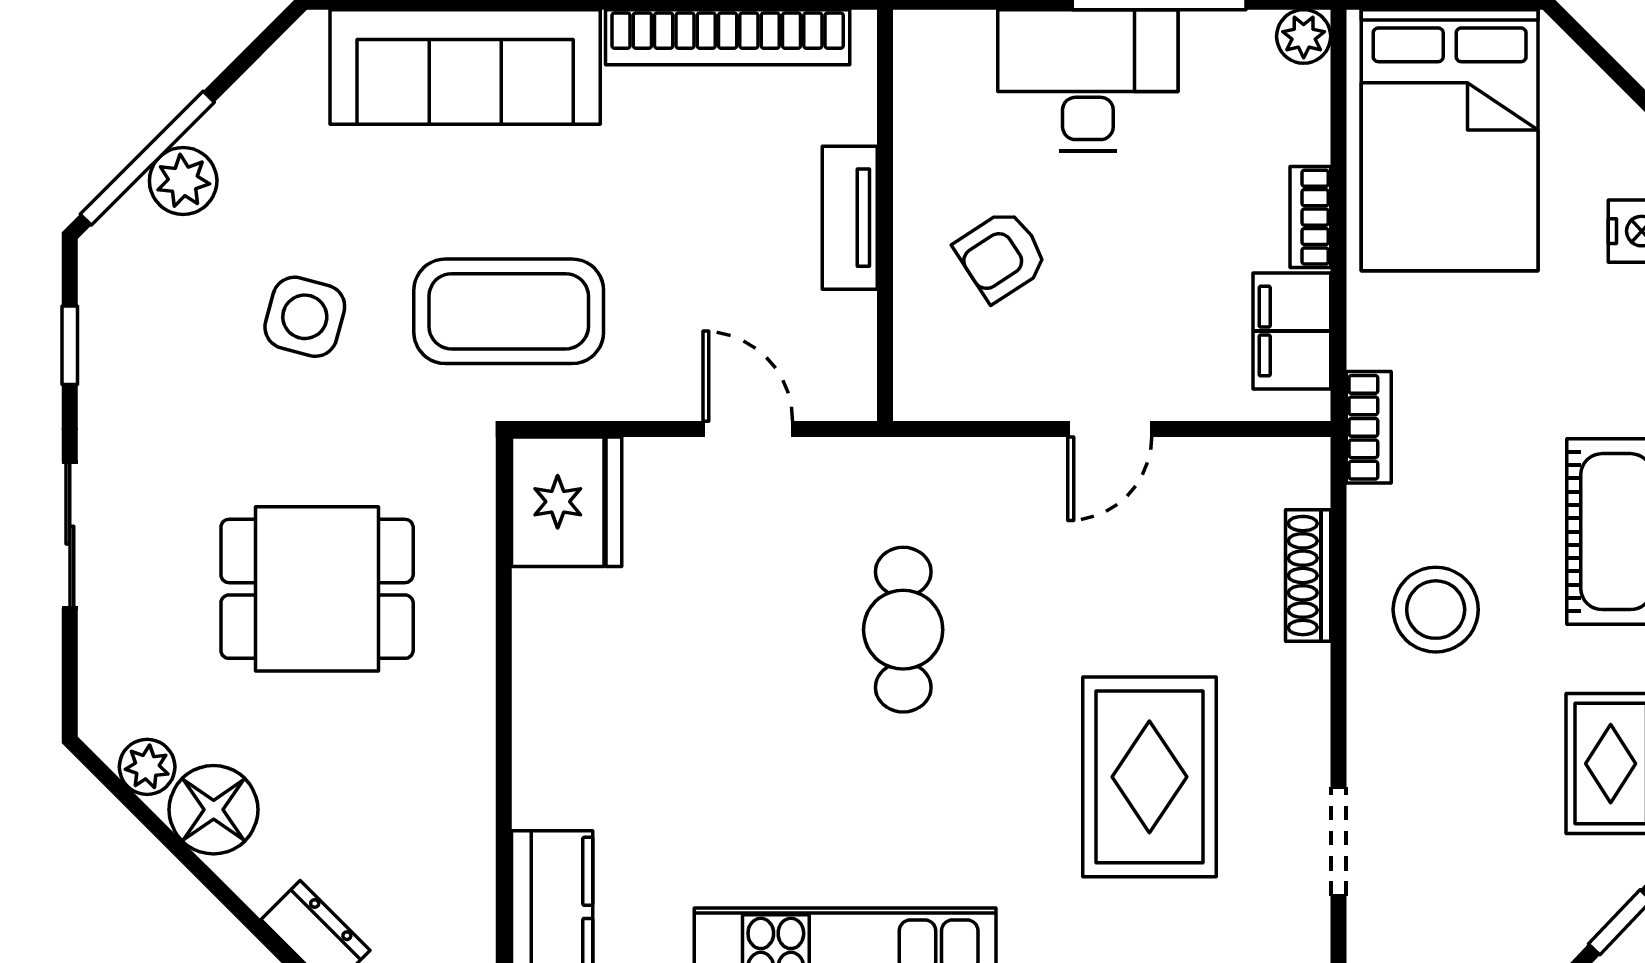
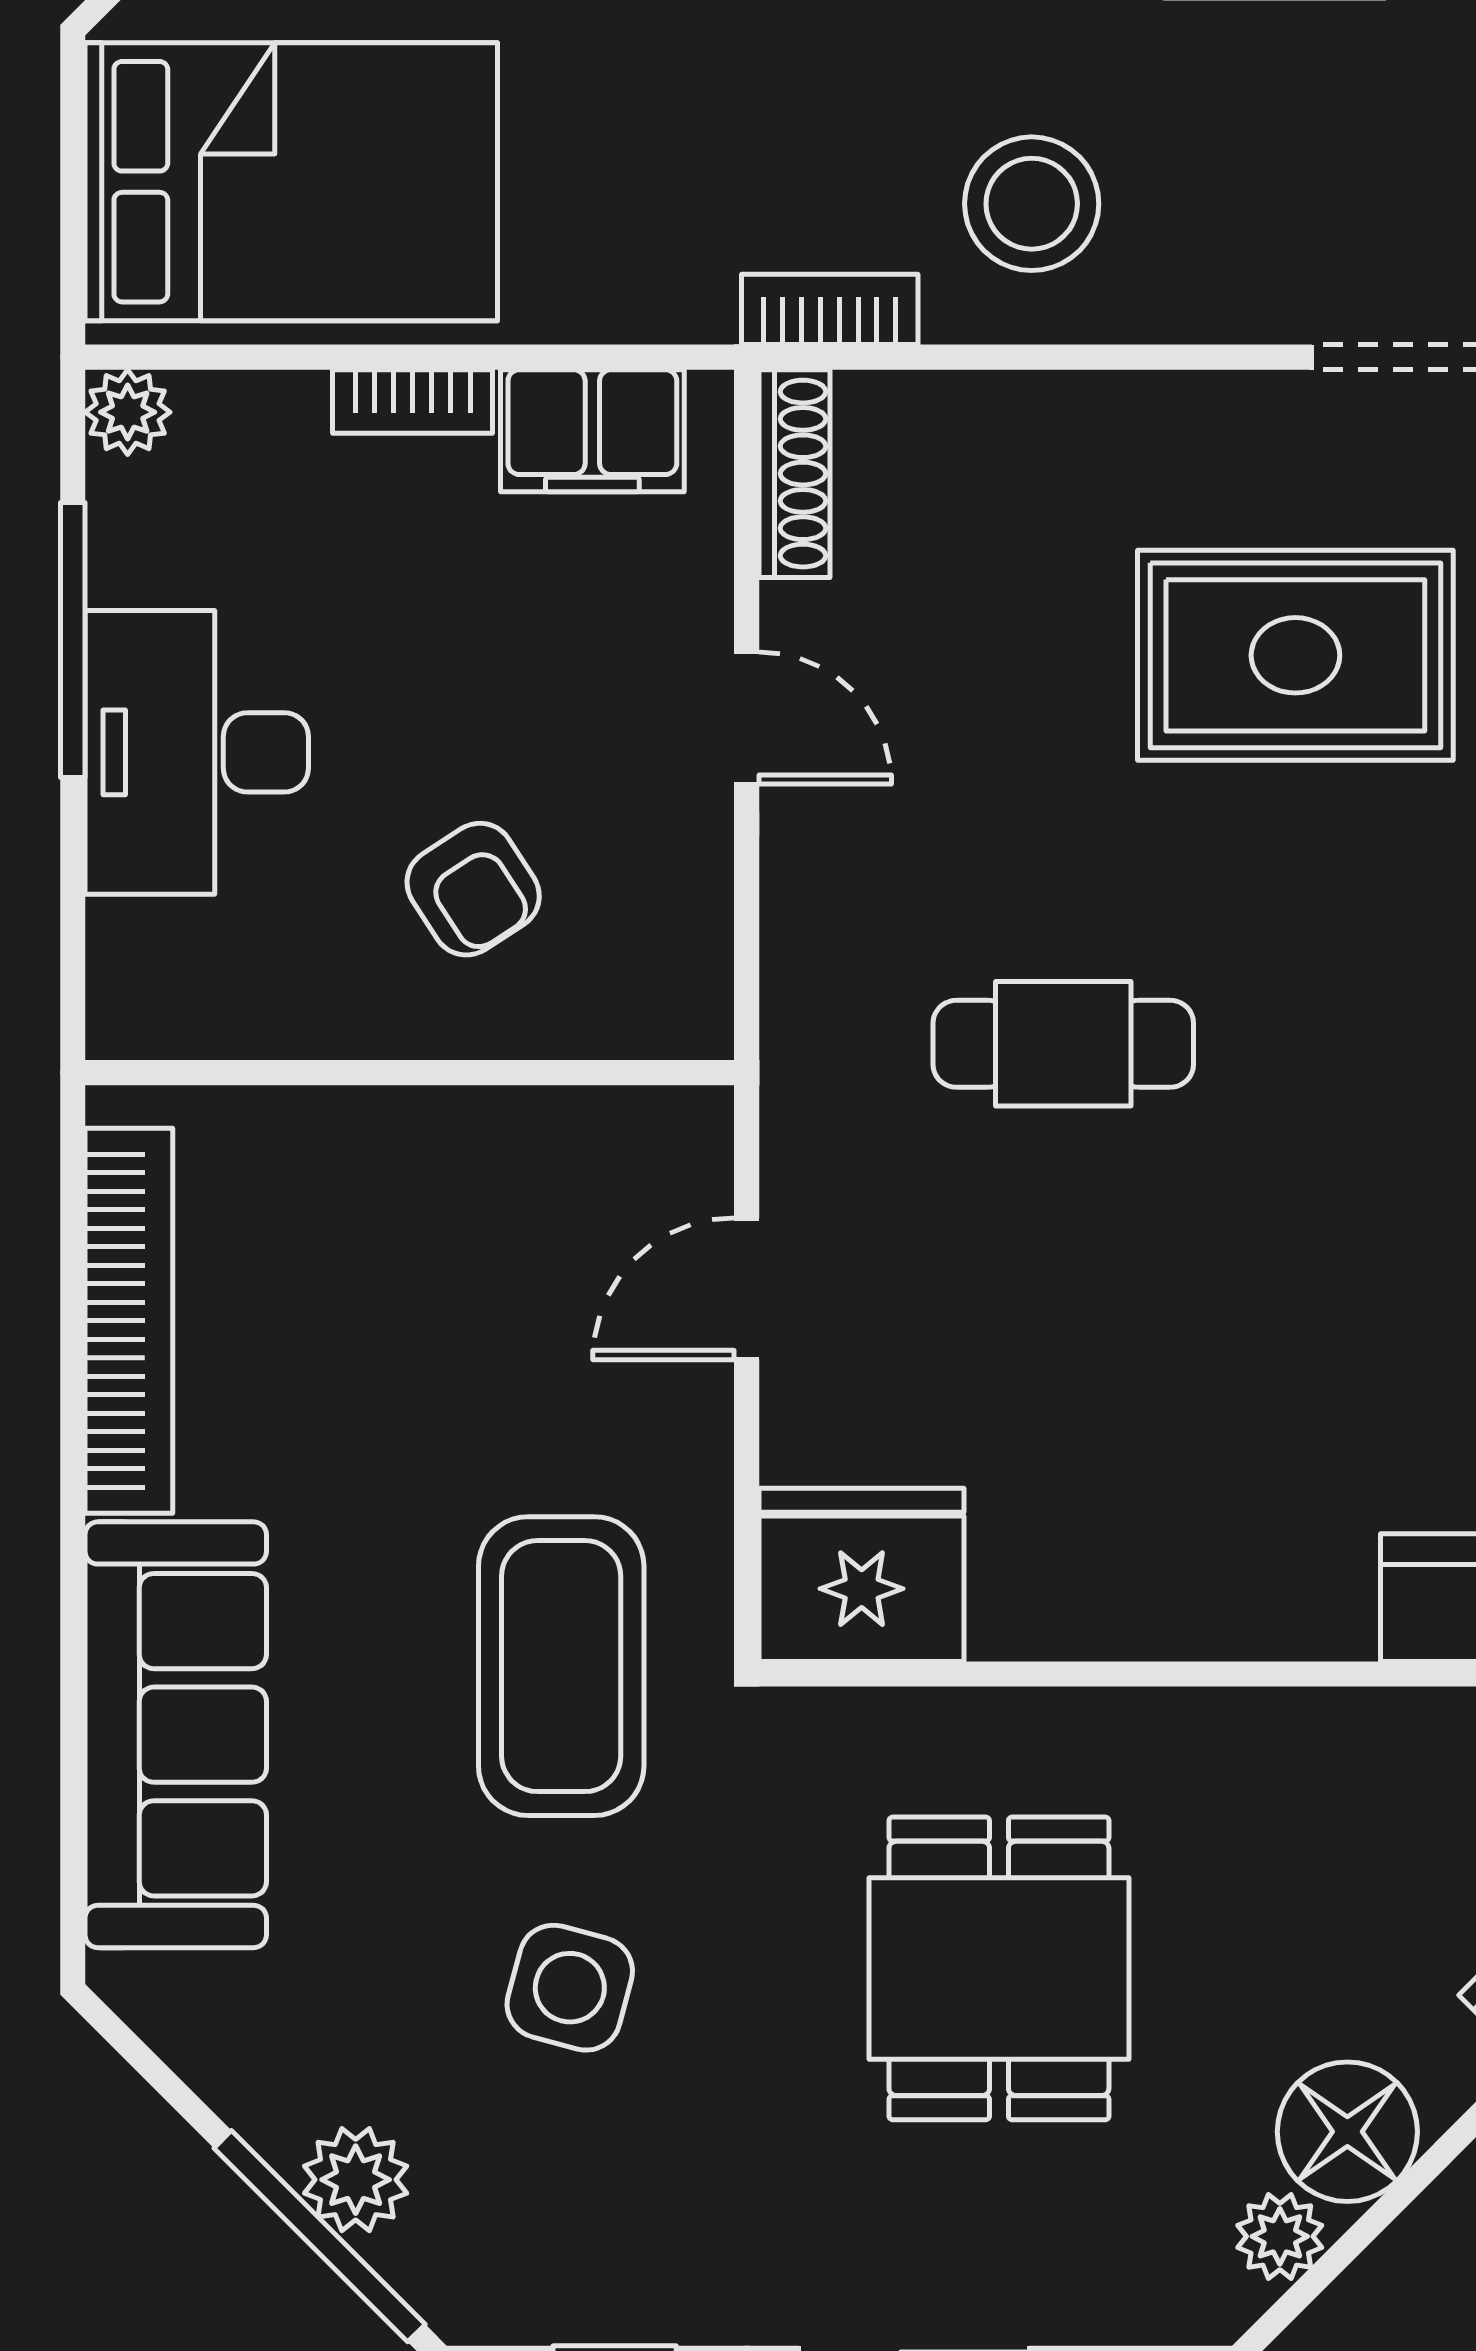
tv unit: (850, 218) -> (413, 1128), removed
bookcase: (1369, 427) -> (830, 309), moved
shoe rack: (1308, 576) -> (794, 474), moved, turned -90

